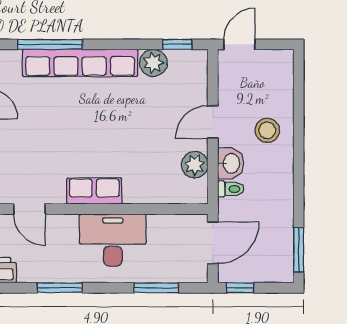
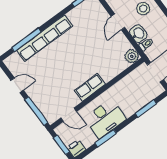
plant: (153, 63) -> (75, 16), removed
plant: (195, 165) -> (132, 56), moved
desk: (113, 240) -> (105, 119), moved, turned 180

